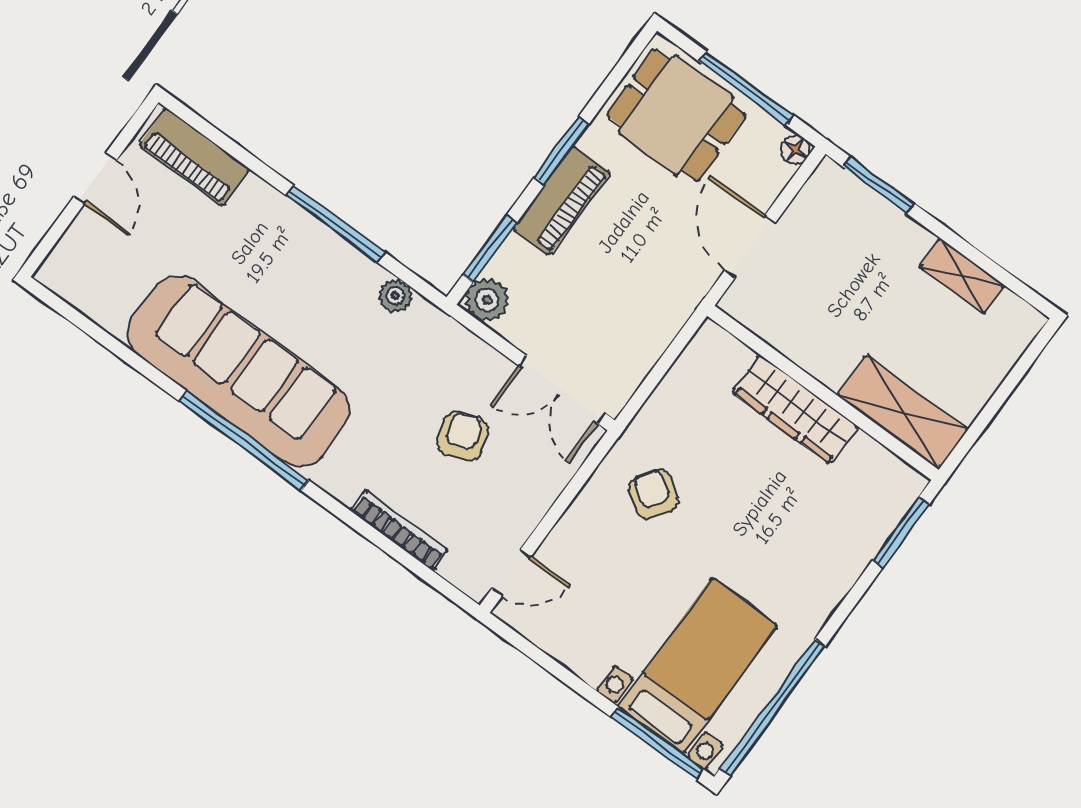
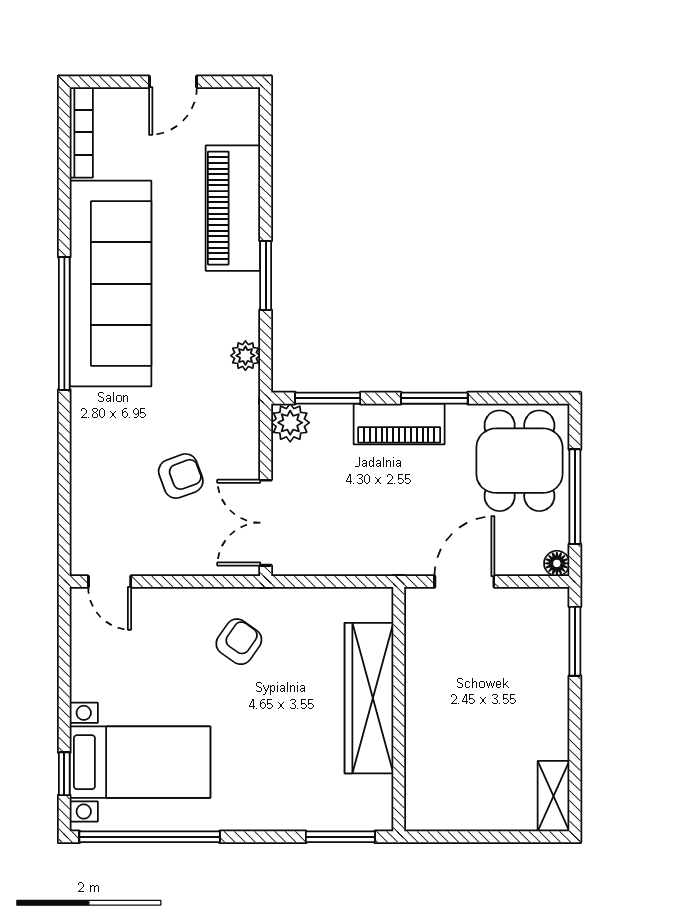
piano: (195, 157) -> (233, 208), moved, width x1.37, depth x1.33
window: (335, 224) -> (266, 275), width x0.69
shelving: (962, 276) -> (554, 796), moved
wardrobe: (795, 409) -> (369, 698), width x1.40, depth x1.17
shelving: (903, 412) -> (426, 776), removed
bookcase: (399, 530) -> (81, 132), moved
window: (658, 743) -> (64, 774), width x0.46

